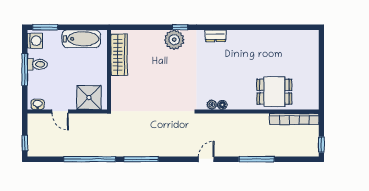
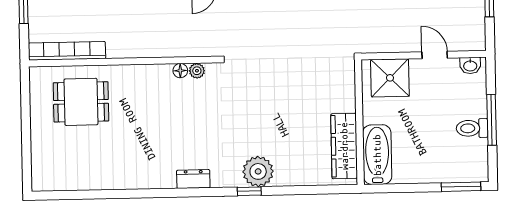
bathtub: (81, 39) -> (377, 155), moved, turned 90
washing machine: (35, 41) -> (477, 165), removed
dining table: (274, 92) -> (81, 102), moved

